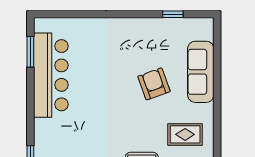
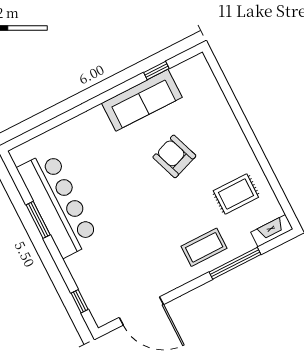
window: (30, 52) -> (38, 220), moved
sofa: (201, 72) -> (142, 100), moved, turned -90

